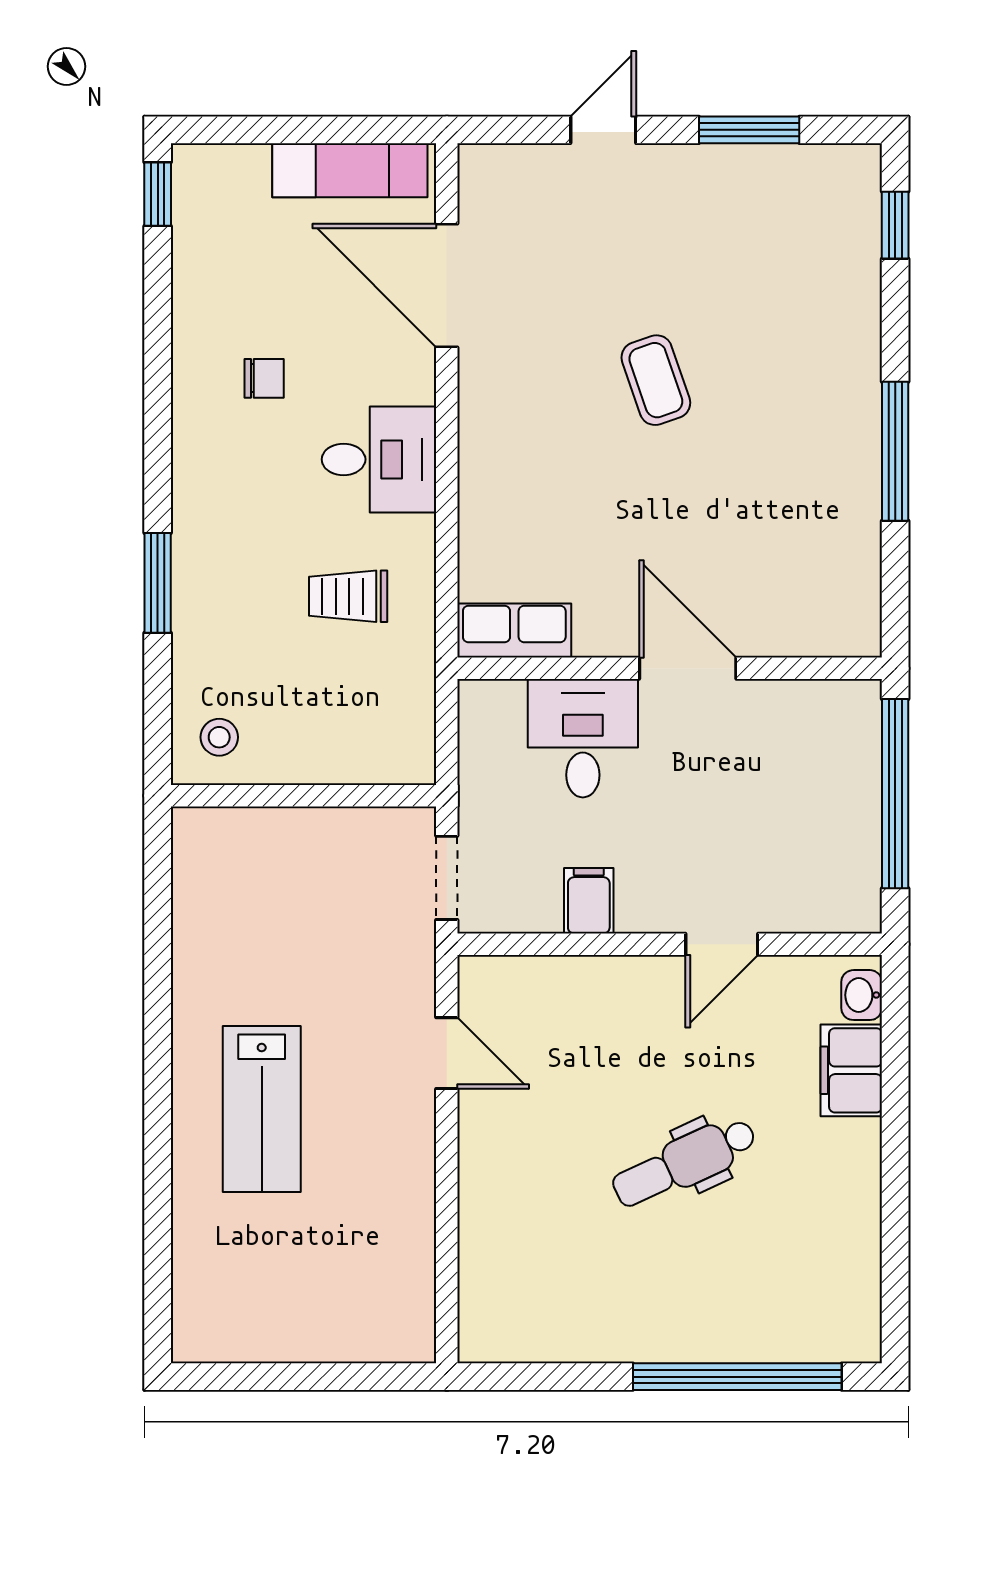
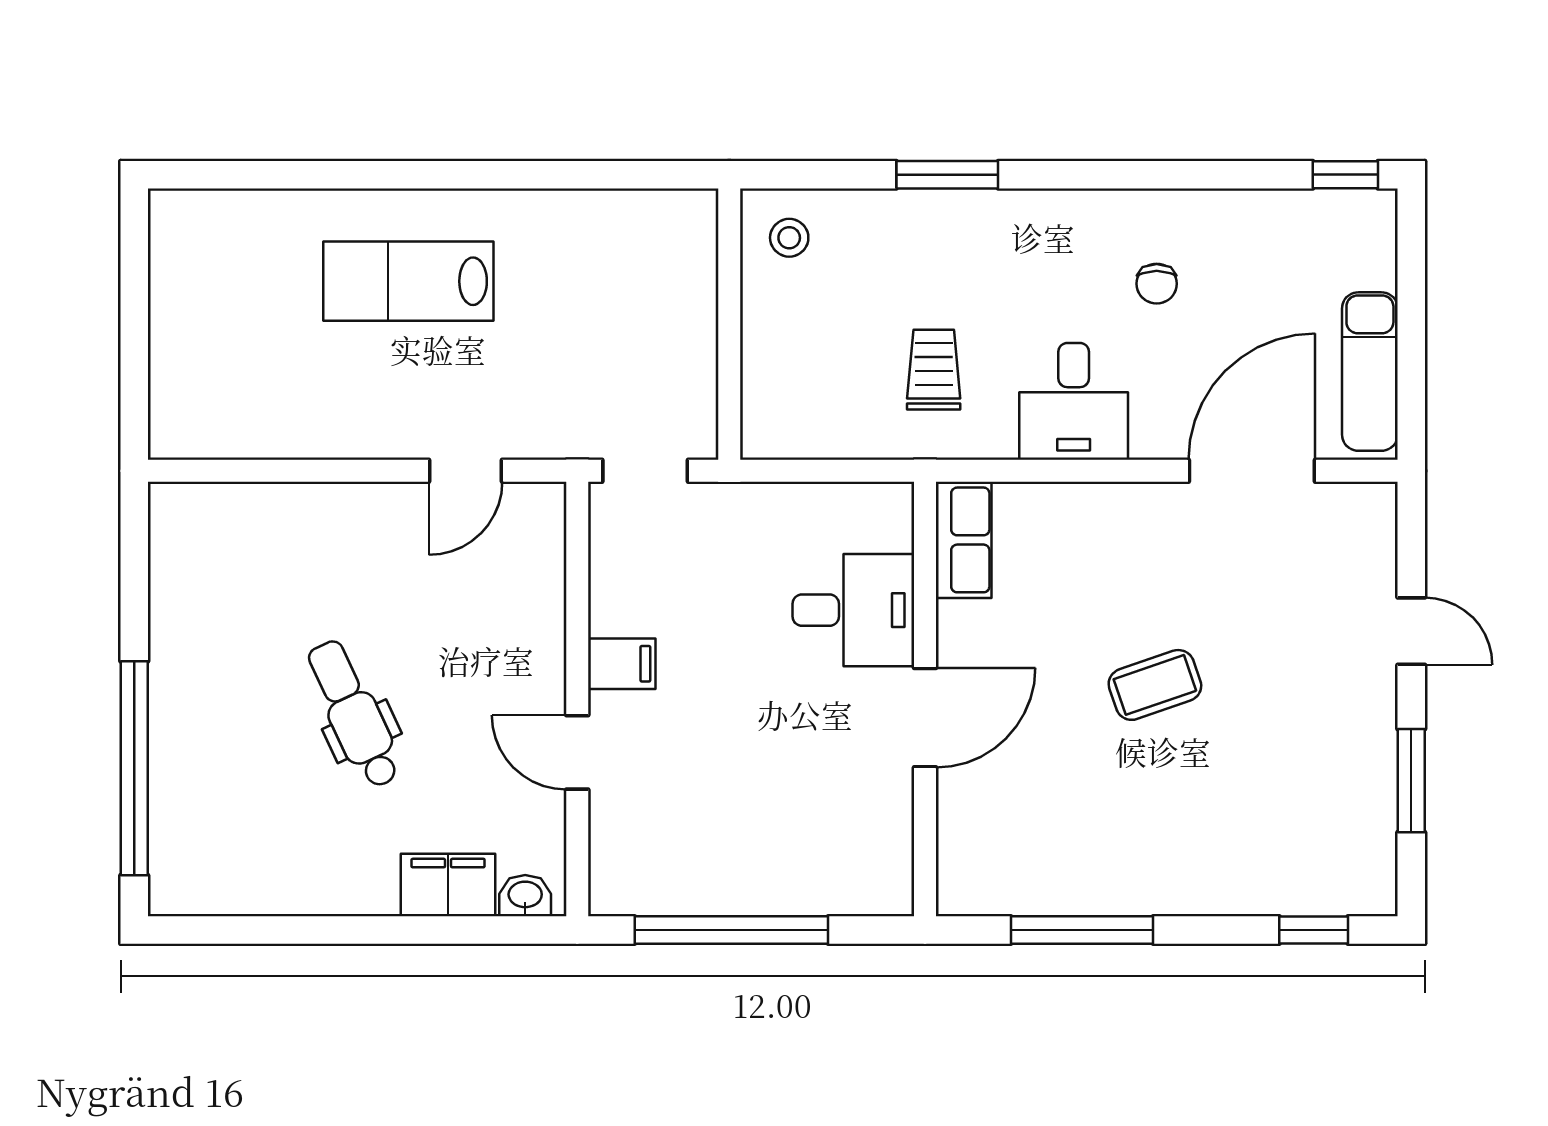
row of seats: (514, 631) -> (964, 540), moved
wall: (670, 668) -> (925, 699), moved
door: (688, 668) -> (925, 718), moved
desk: (583, 738) -> (853, 610), moved
filing cabinet: (589, 901) -> (622, 664), moved

